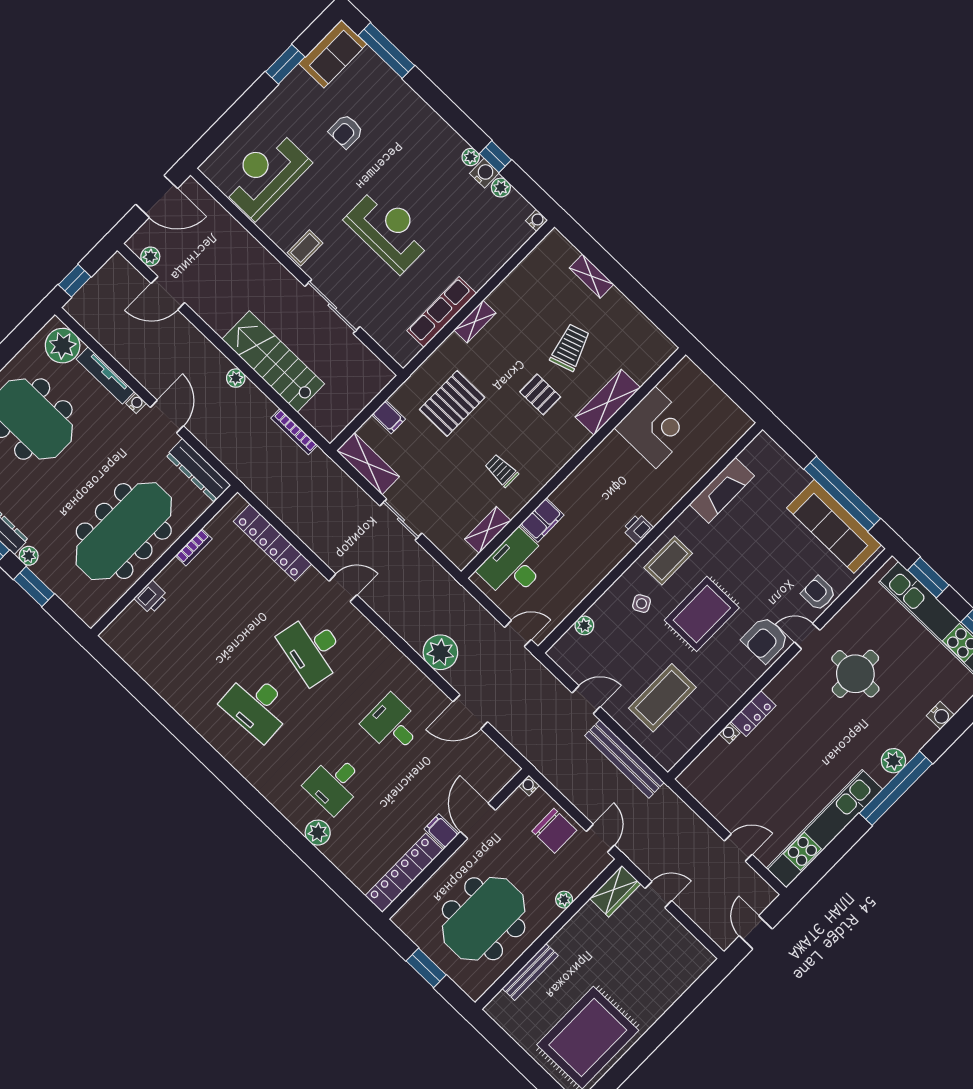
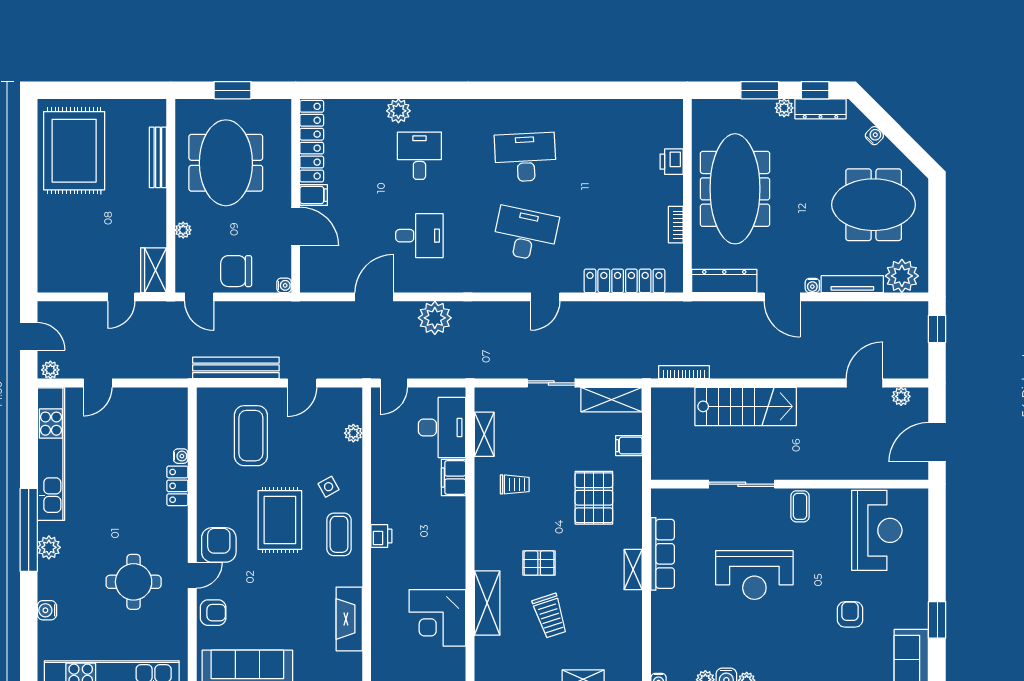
plant: (236, 378) -> (50, 370), moved

